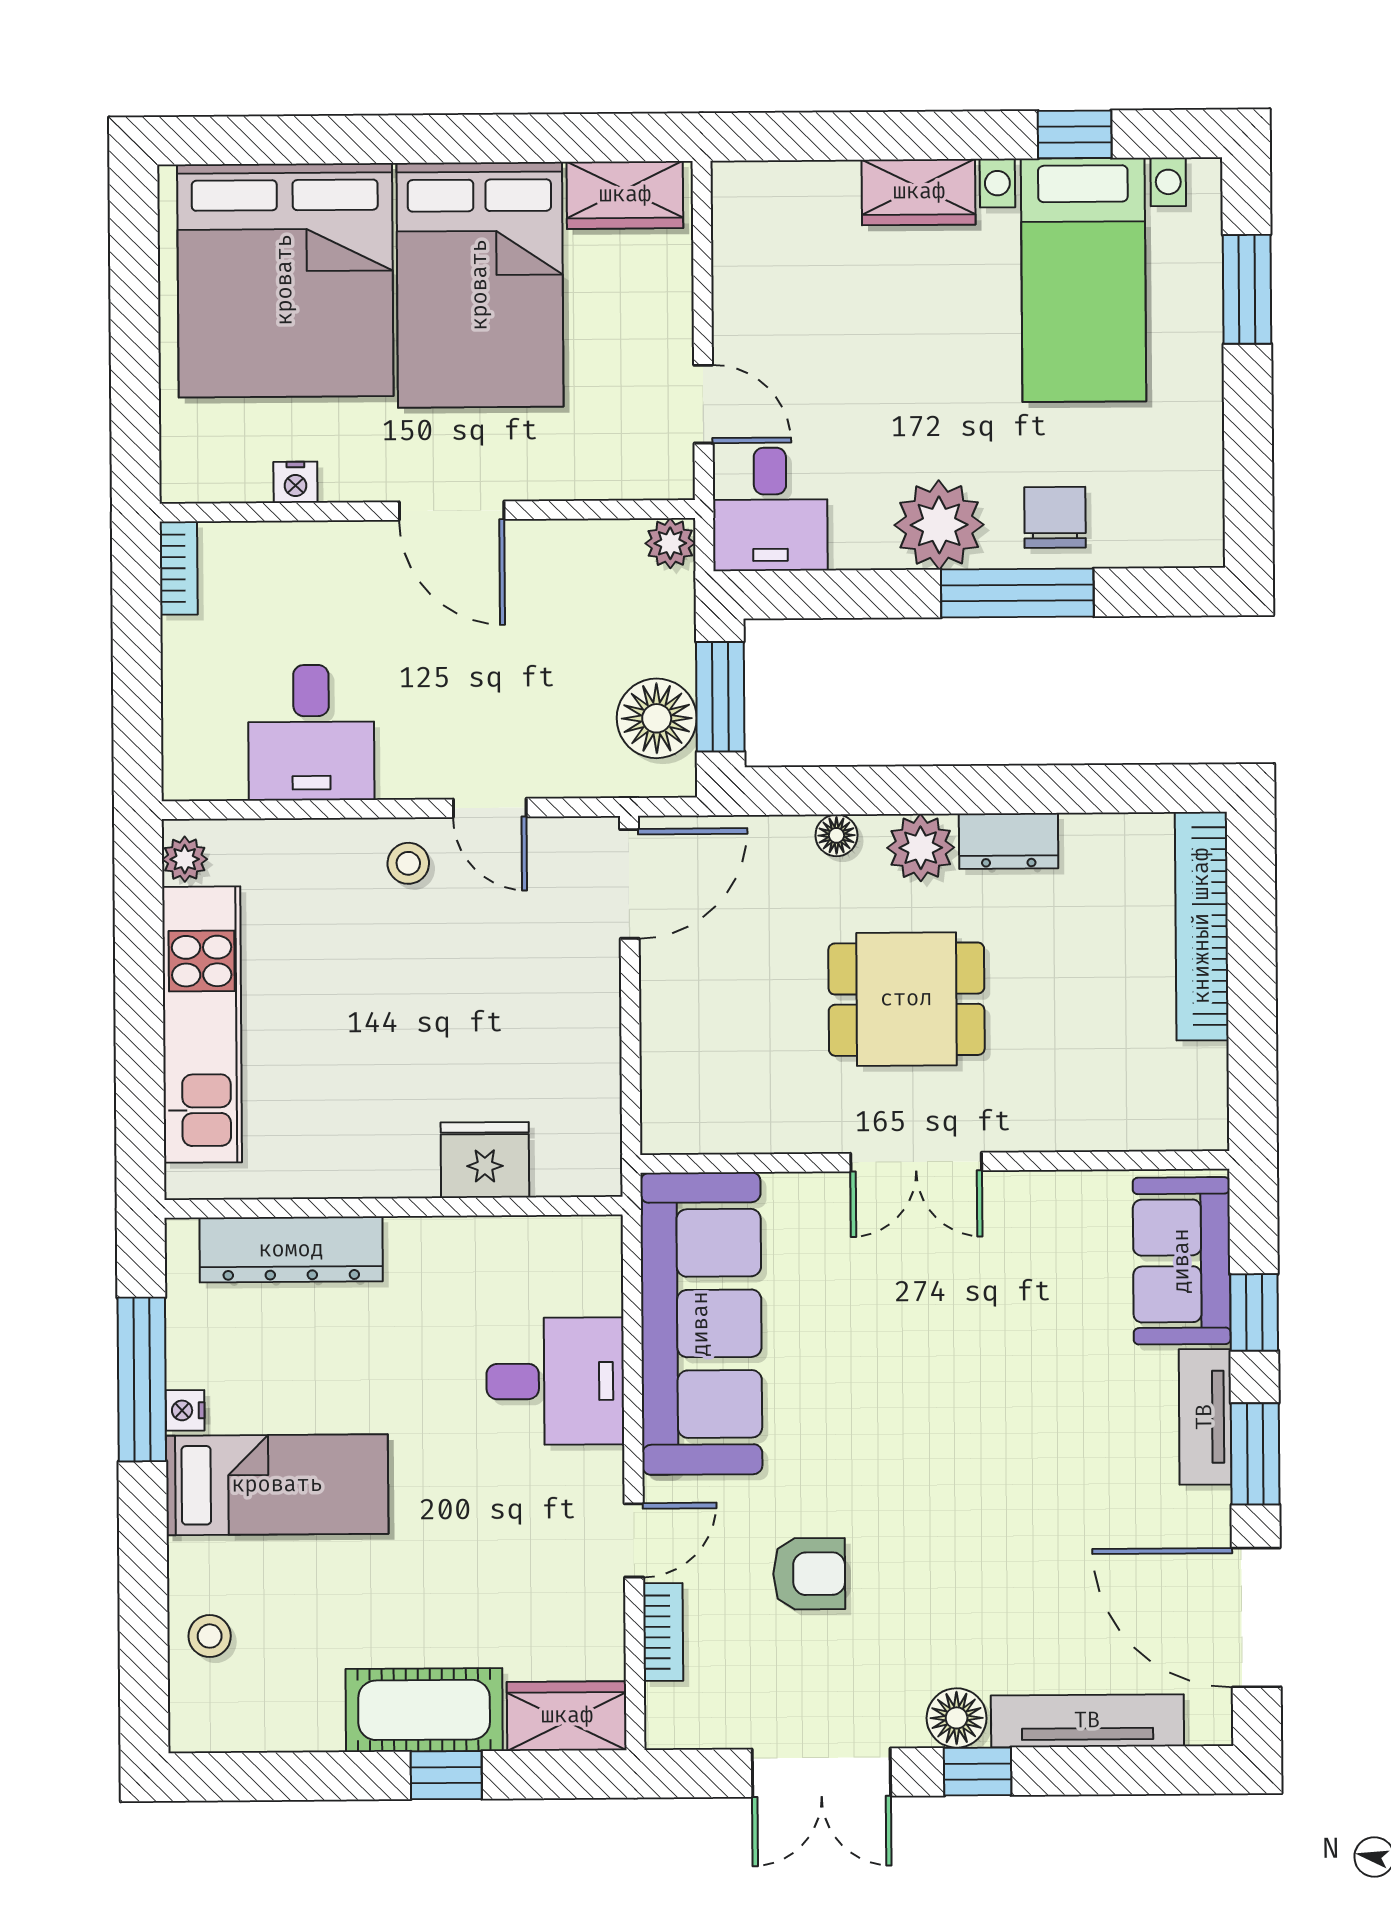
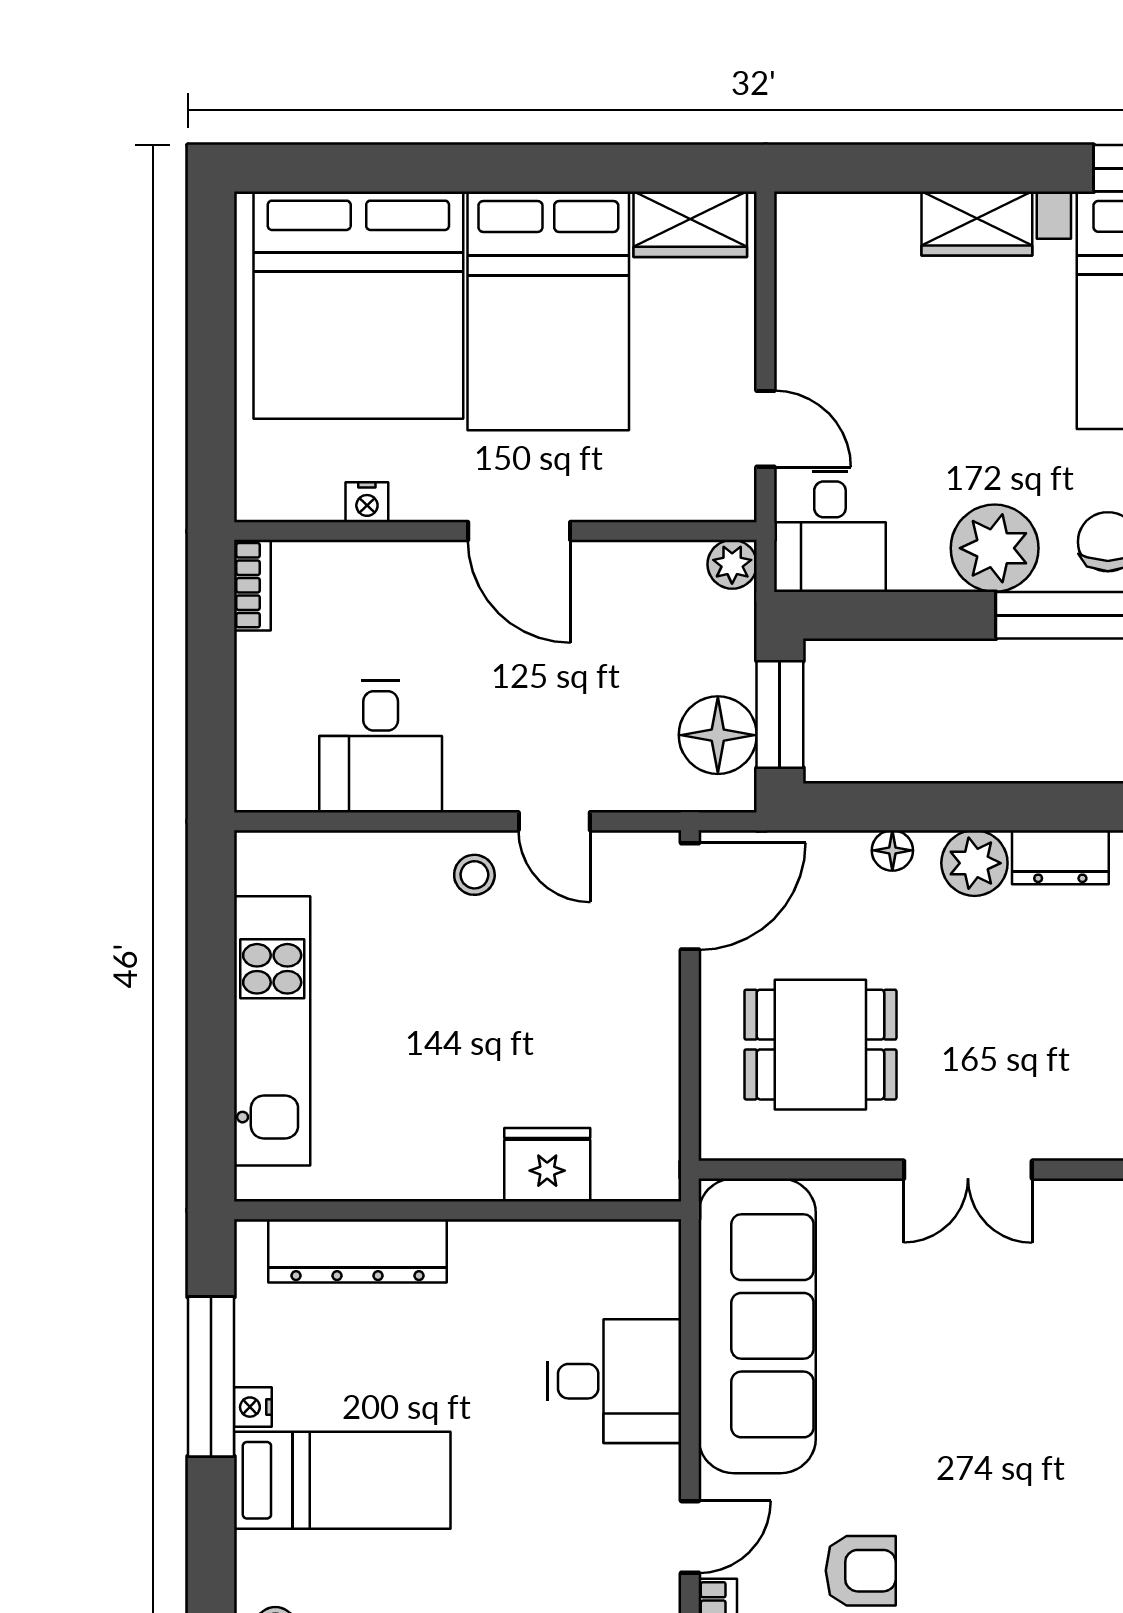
plant: (185, 859) -> (256, 869), removed
dining table: (906, 999) -> (820, 1045), moved

